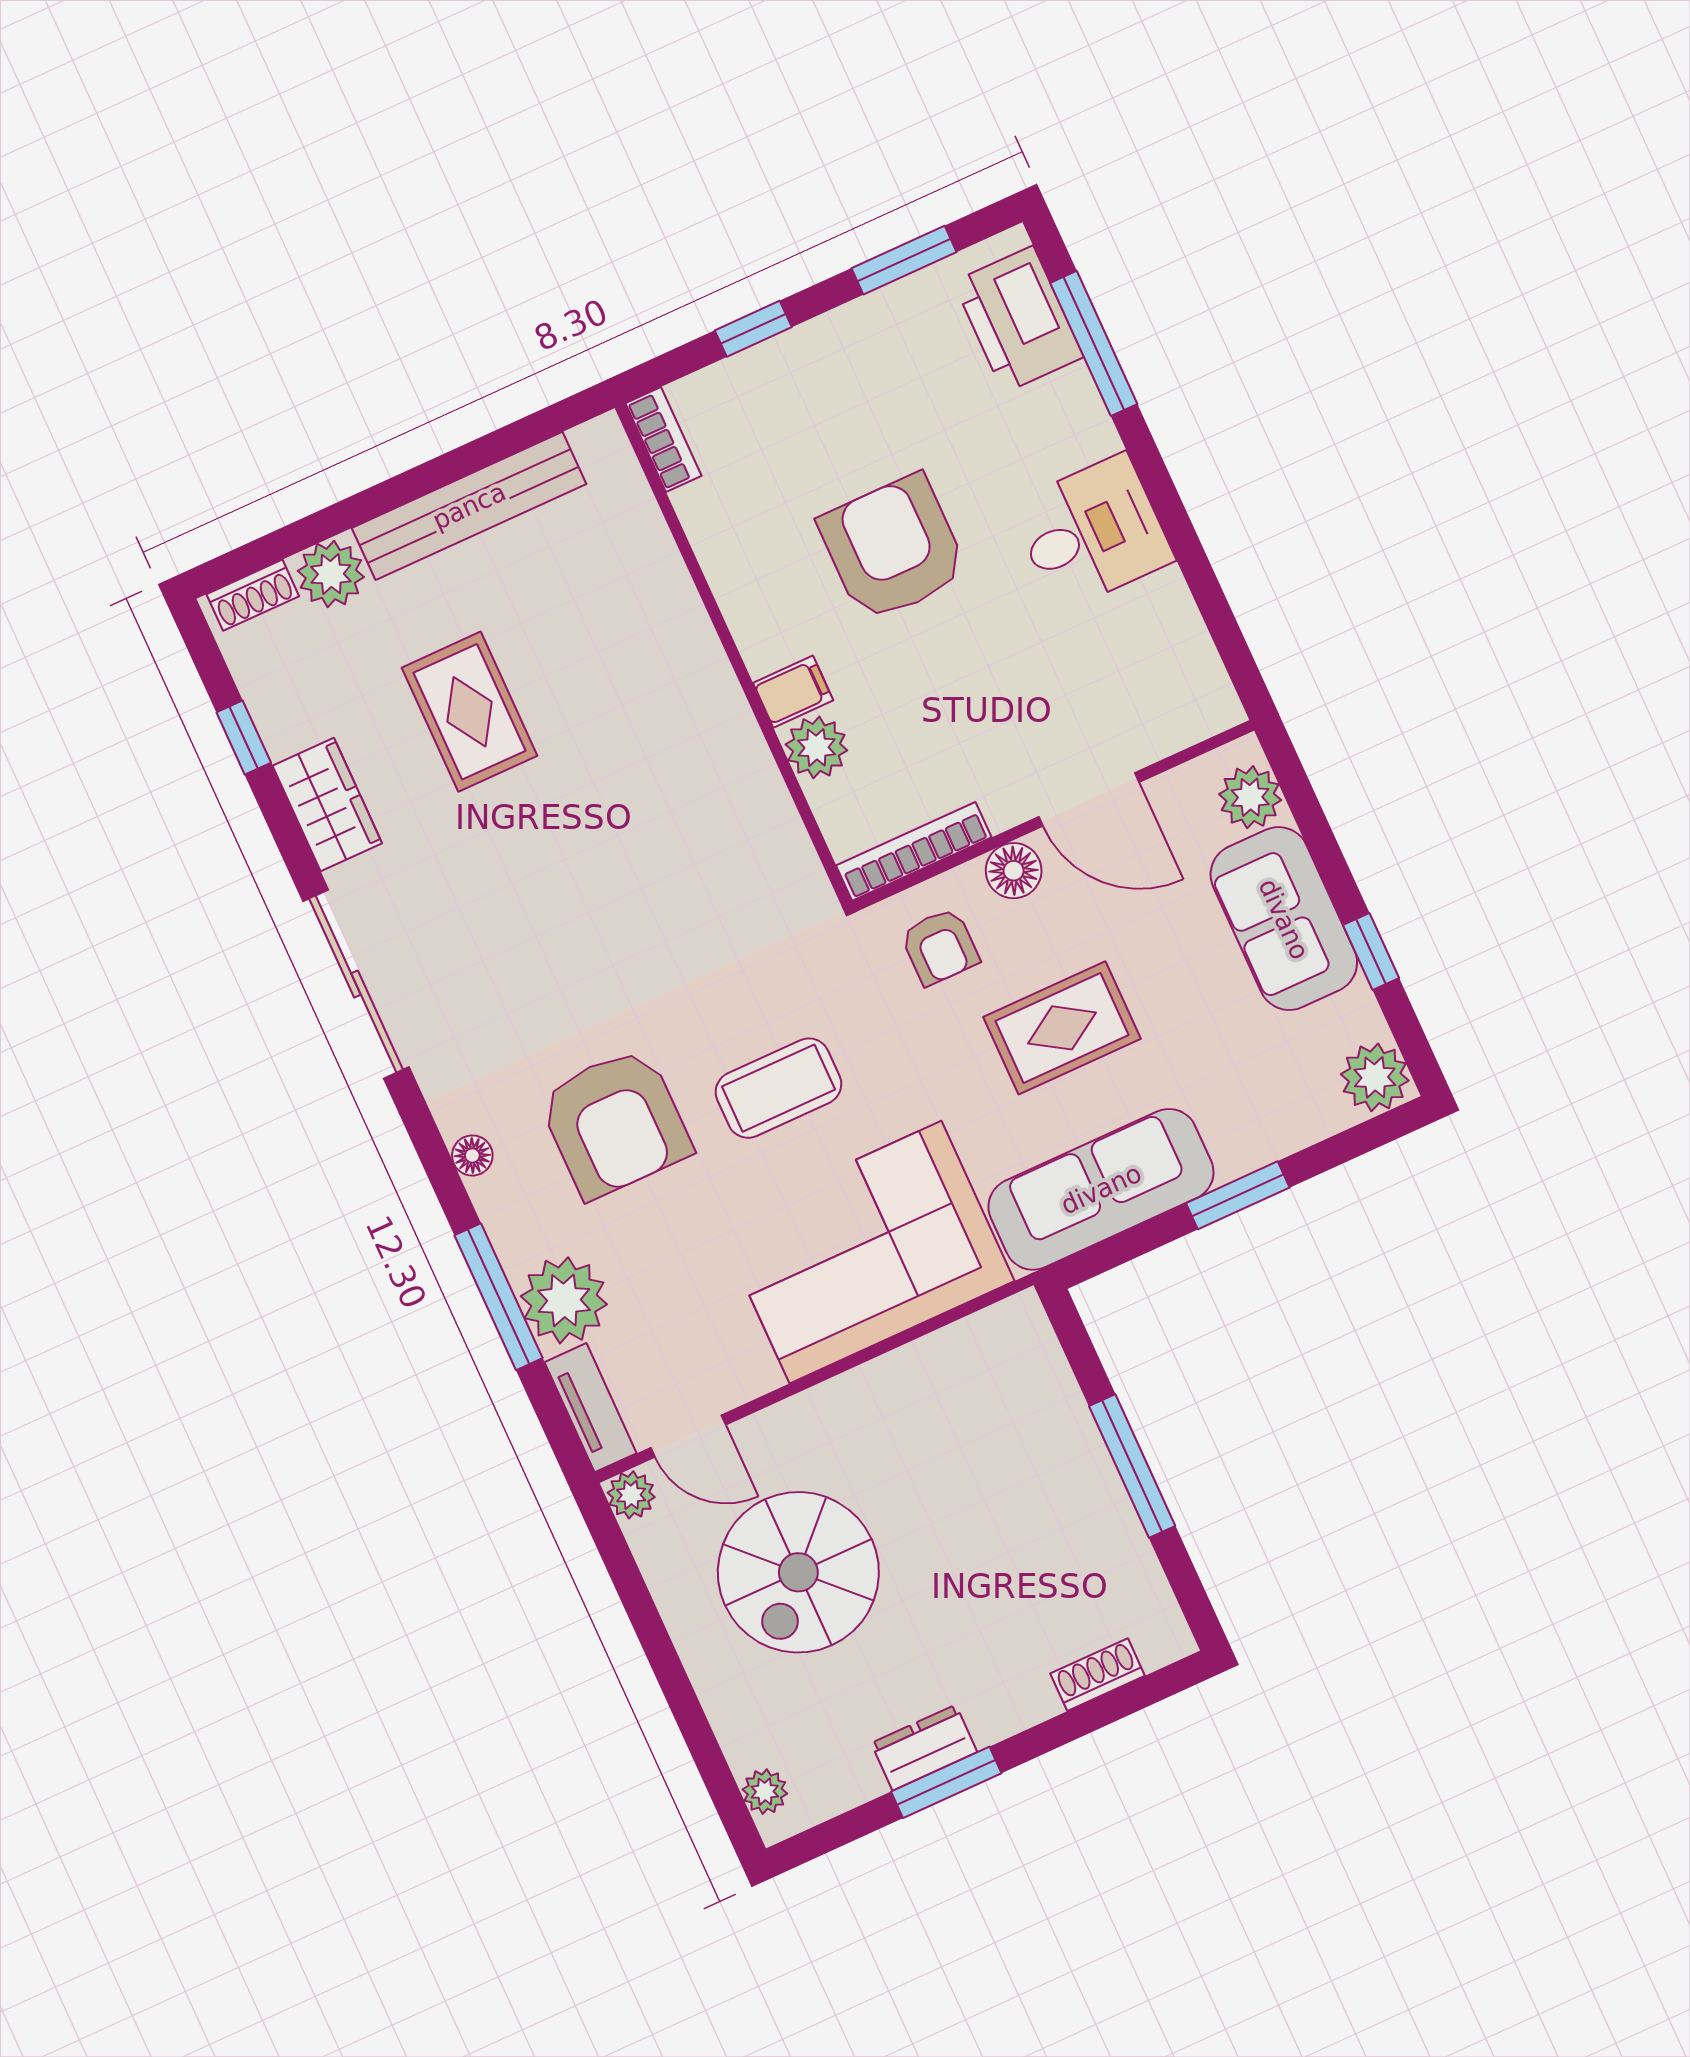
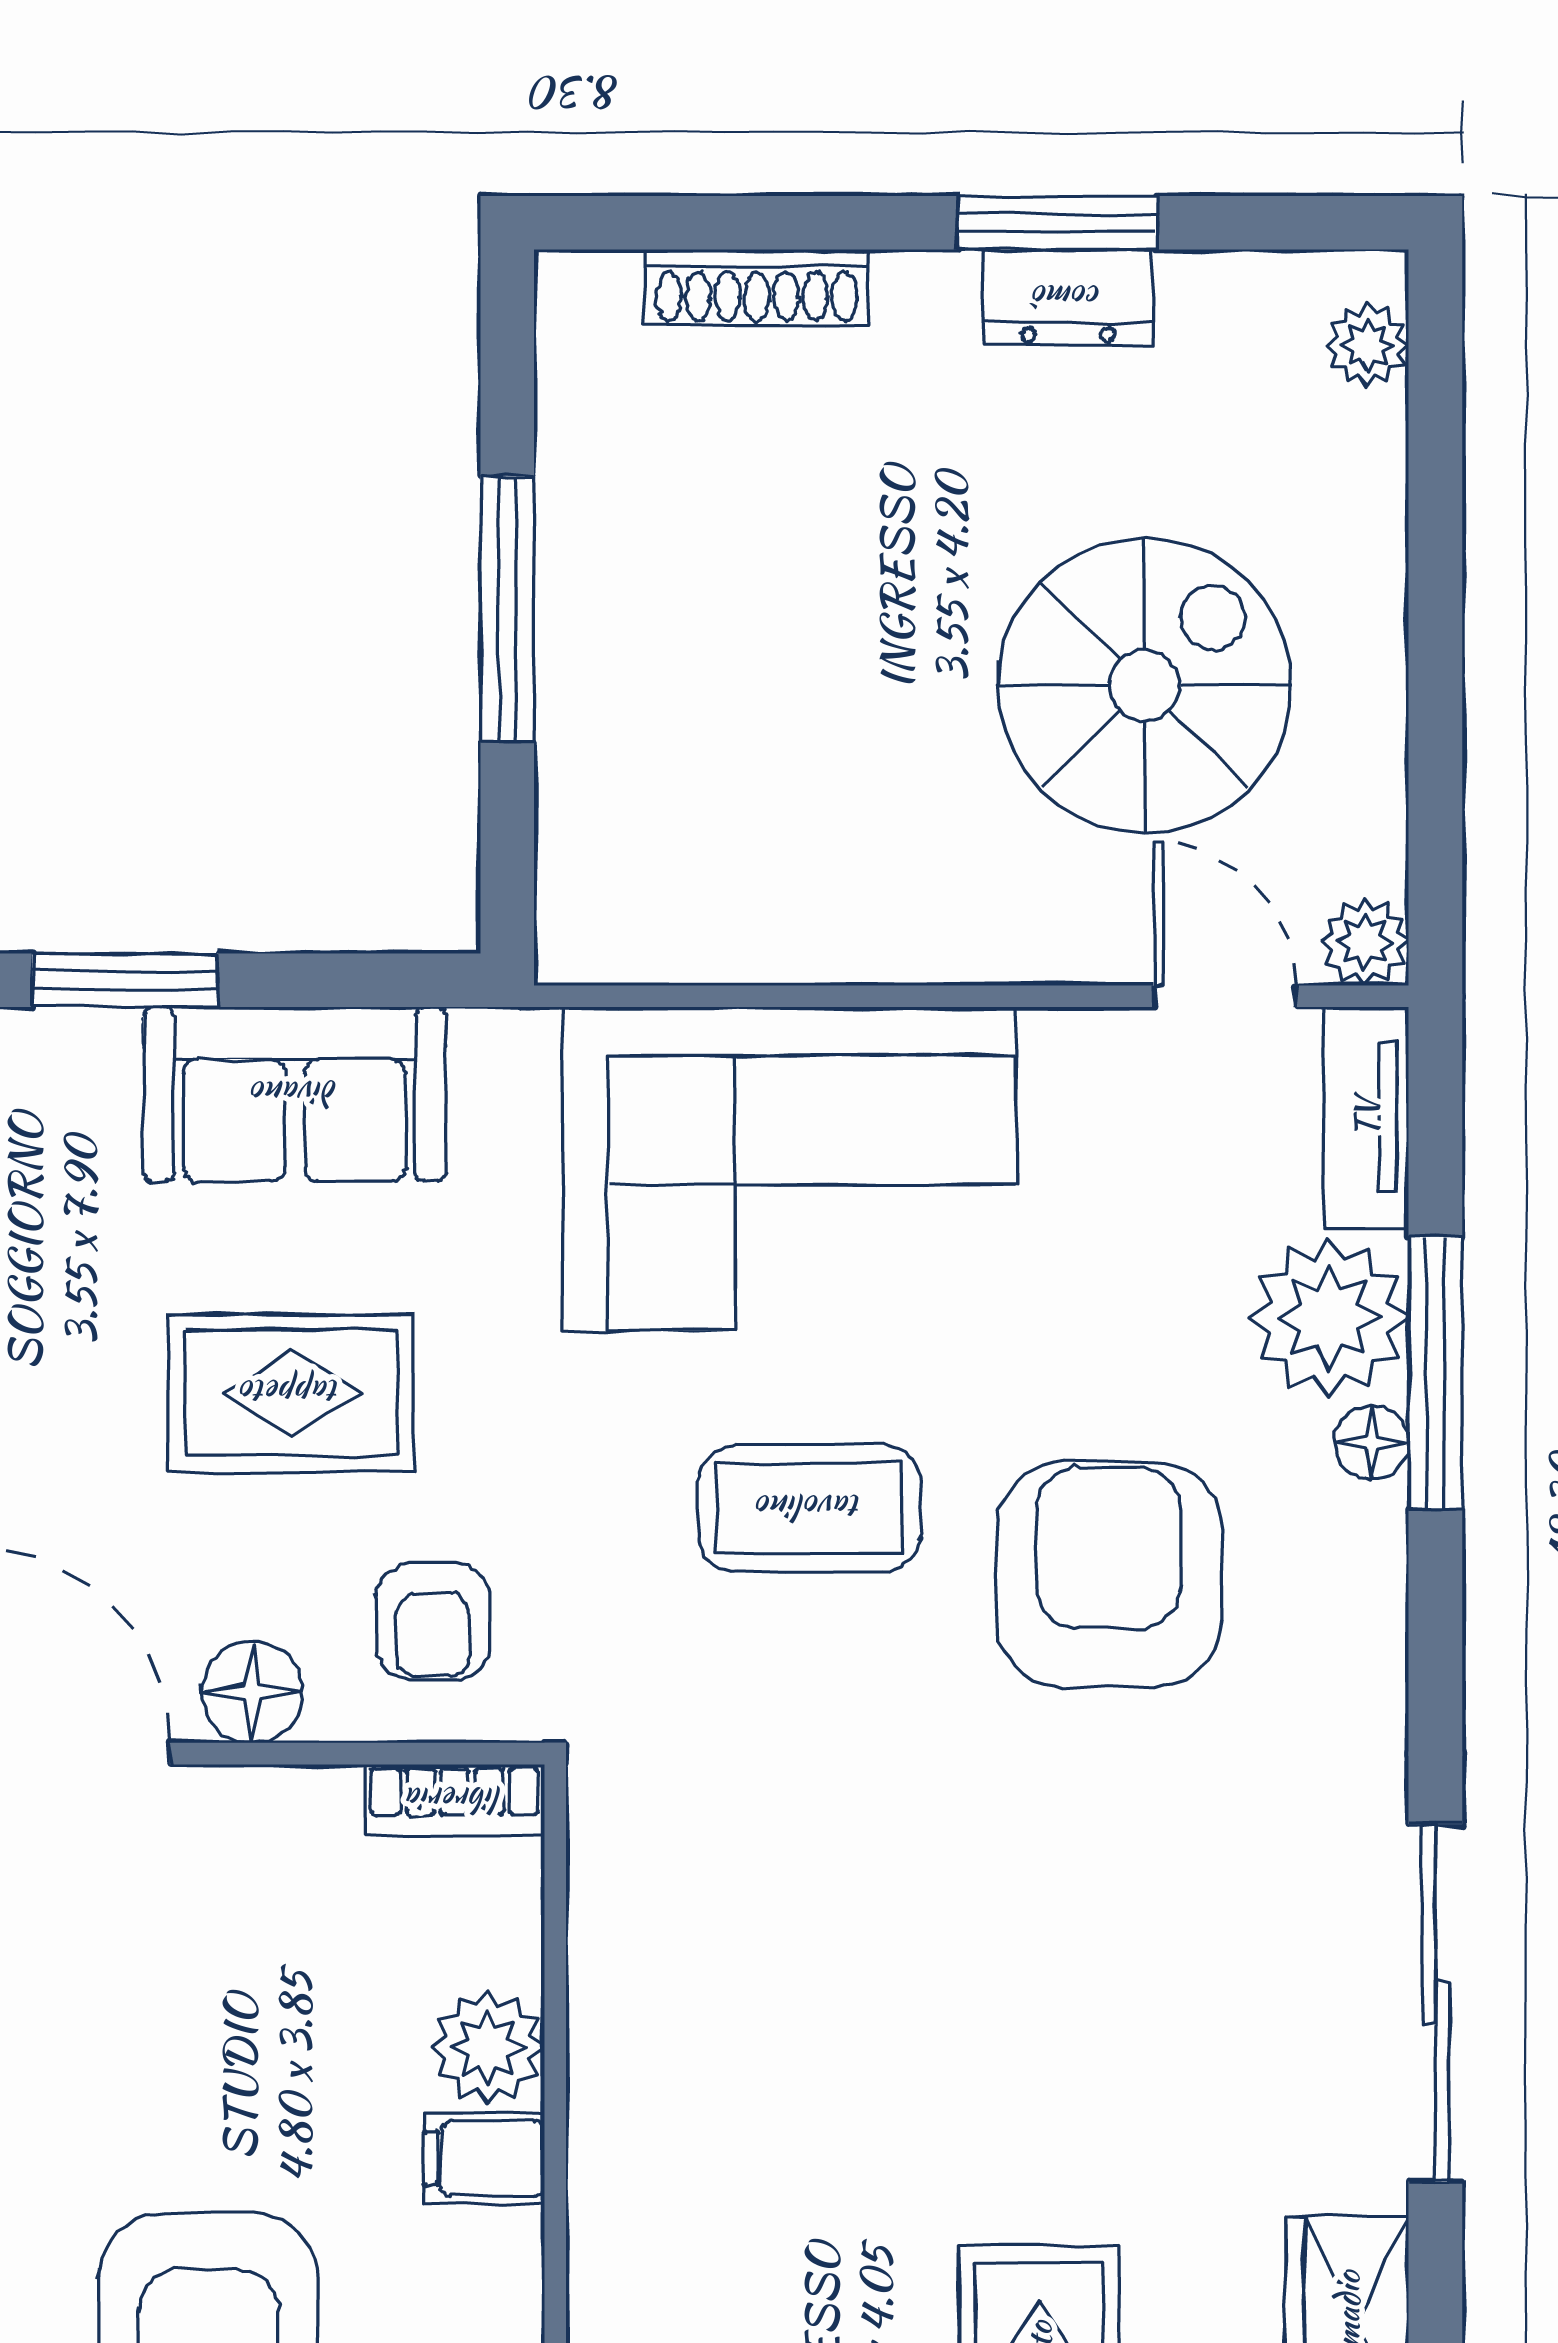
bookcase: (914, 851) -> (455, 1800), width x0.64
armchair: (940, 947) -> (433, 1622), turned 180
floor lamp: (472, 1155) -> (1372, 1443), moved
sofa: (1101, 1189) -> (295, 1094), width x0.73
shoe rack: (1098, 1675) -> (757, 287), width x1.43

